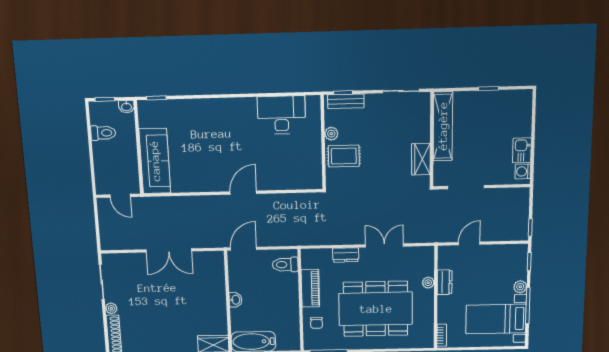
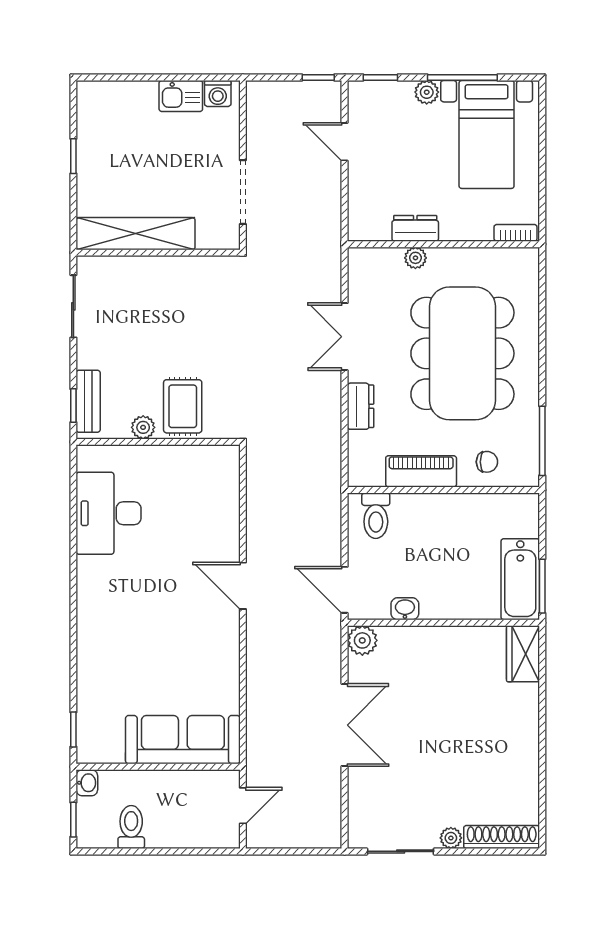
wardrobe: (421, 159) -> (192, 271), removed
door: (469, 243) -> (345, 142), moved
plant: (216, 259) -> (362, 640), added
washbasin: (235, 300) -> (405, 609), moved

